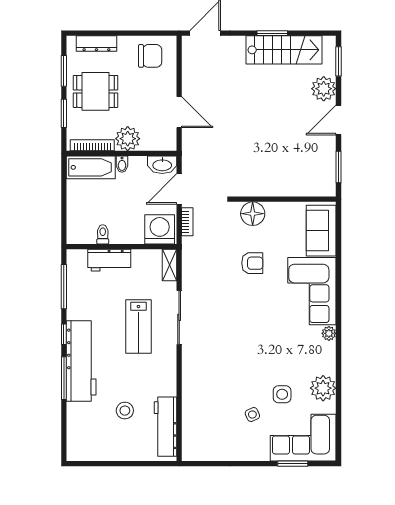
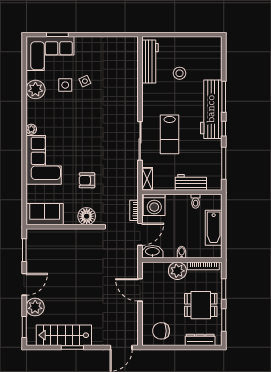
bathtub: (91, 167) -> (214, 228), moved, turned -90
sofa: (321, 231) -> (45, 214), moved, turned -90
lab bench: (138, 326) -> (170, 134), turned 180
side table: (252, 415) -> (85, 81), moved

